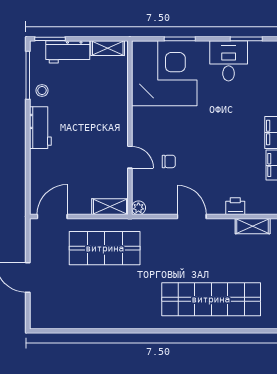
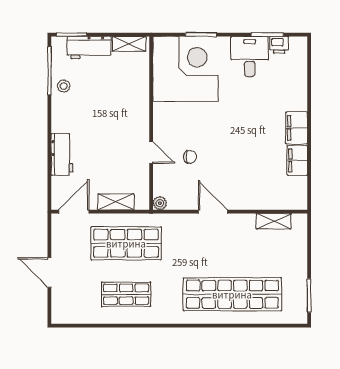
workbench: (40, 128) -> (62, 154), moved
printer: (235, 206) -> (279, 45), moved, turned 180
shelving: (110, 207) -> (116, 202), moved
shop shelf: (105, 299) -> (126, 294), added

